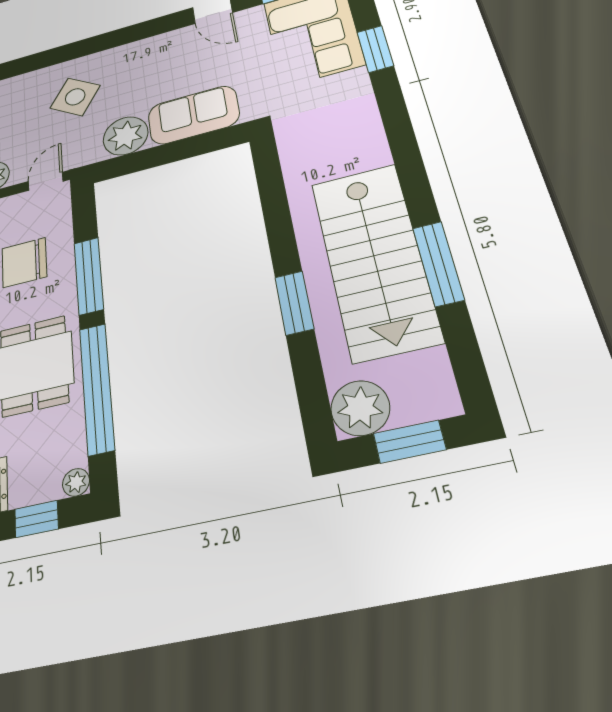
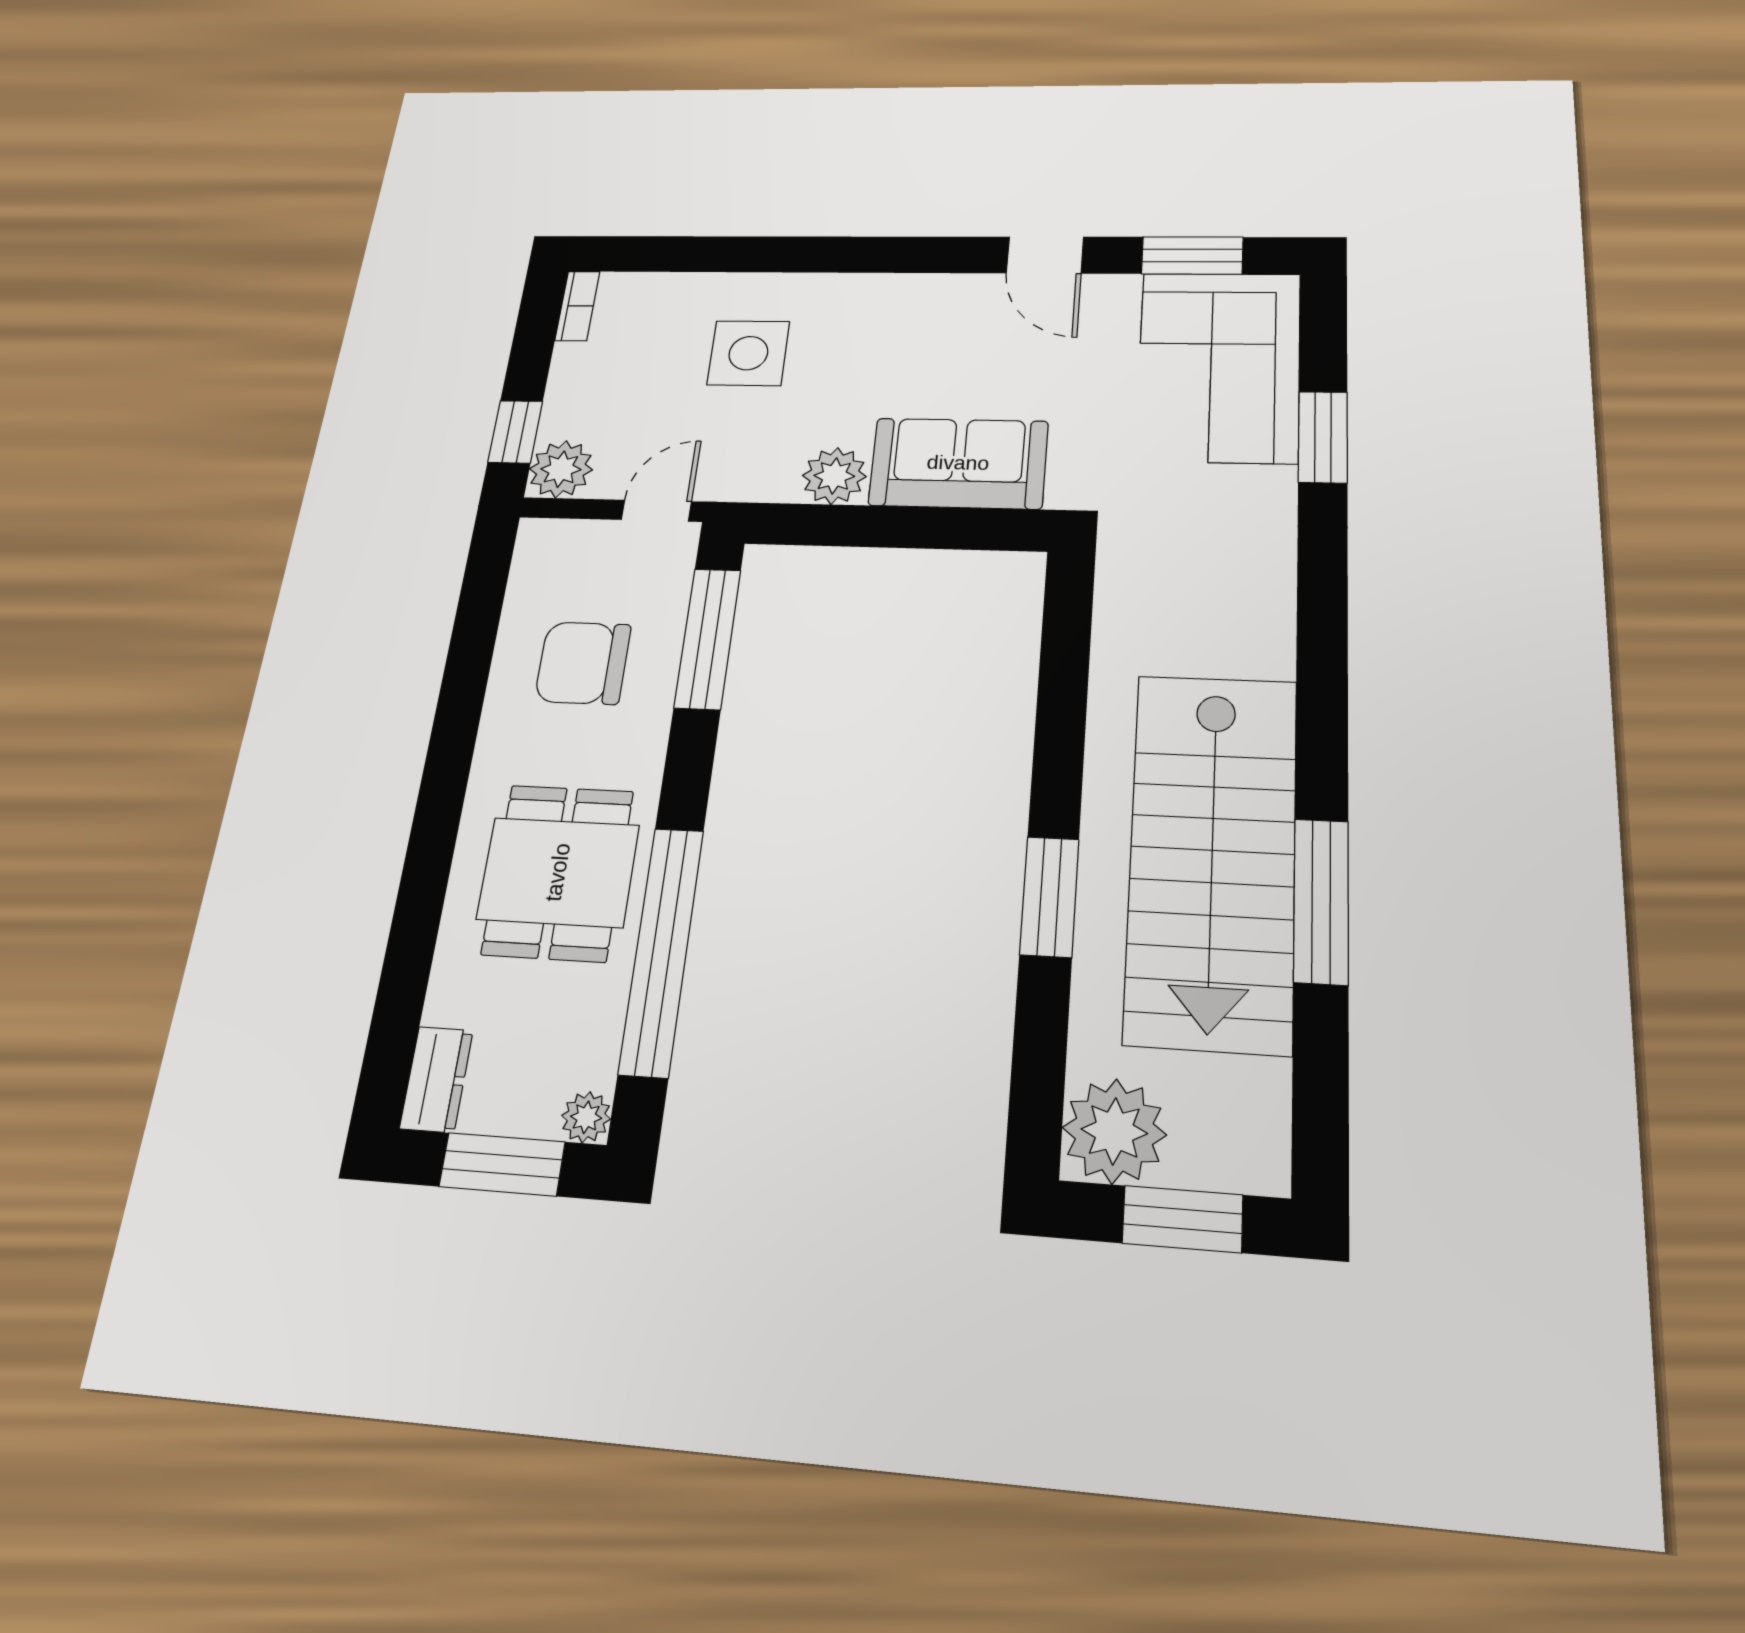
side table: (75, 97) -> (748, 353), turned -33
plant: (126, 136) -> (834, 476), width x0.73, depth x0.73
window: (89, 276) -> (708, 638), moved
window: (36, 519) -> (502, 1164), width x1.50

